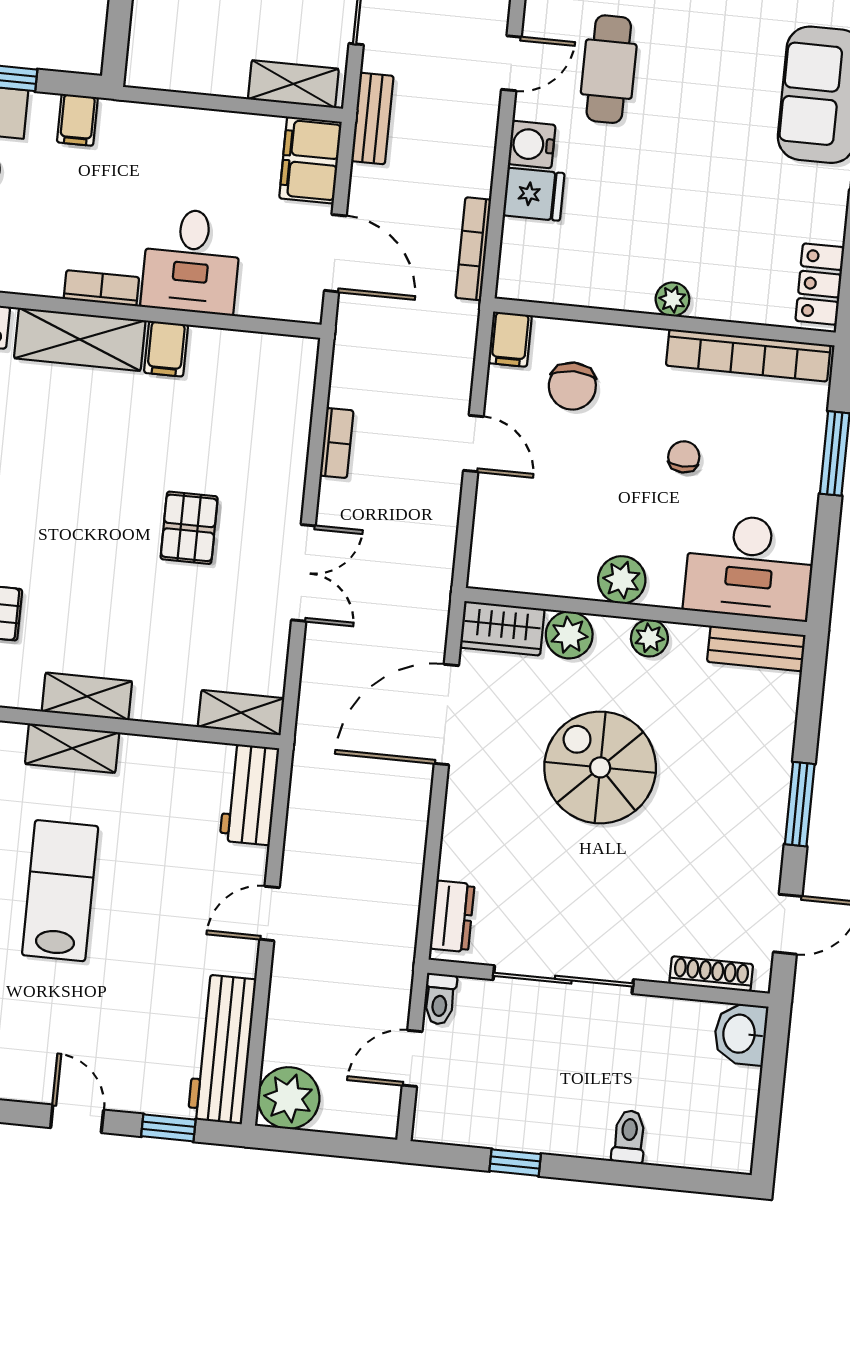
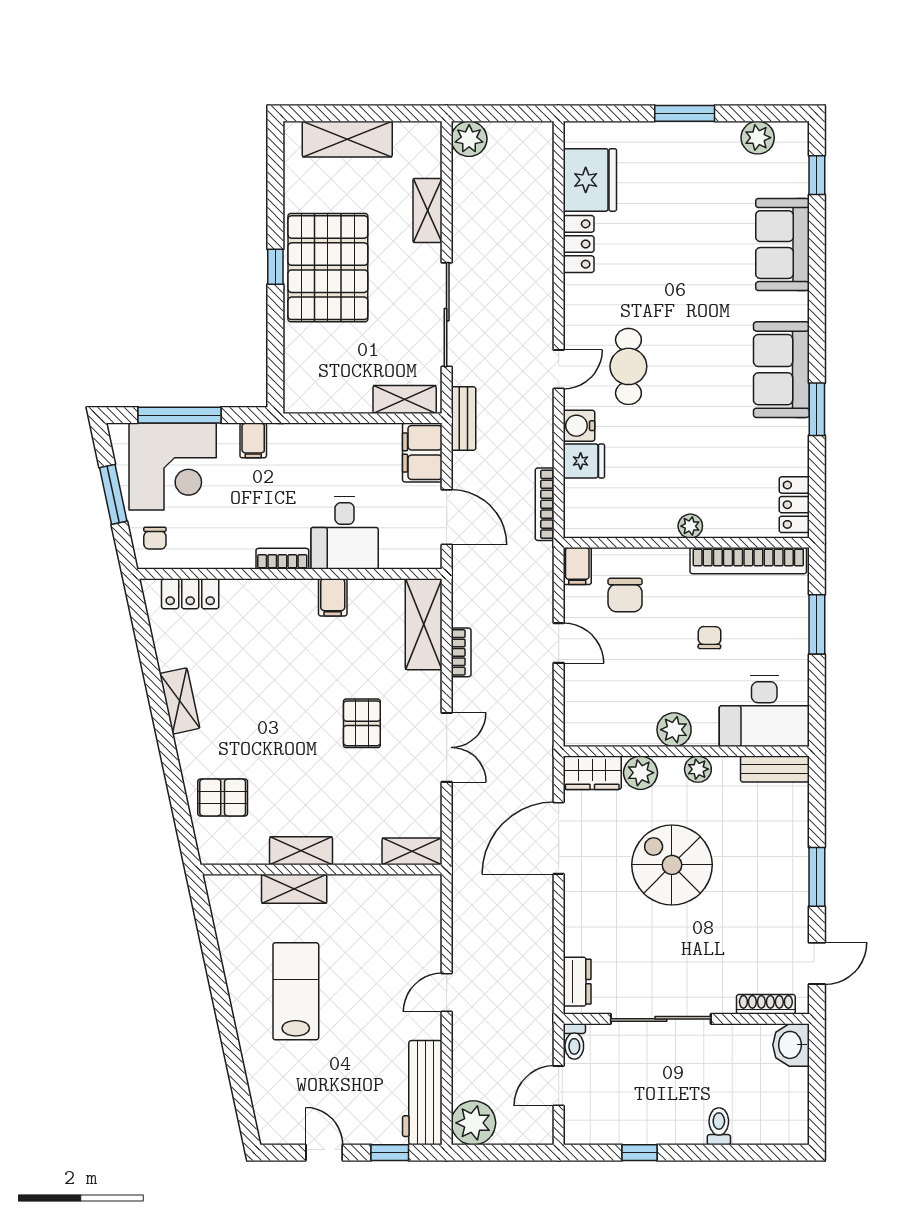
shelving: (80, 339) -> (424, 624), moved, turned 90
workbench: (249, 794) -> (424, 909), removed

